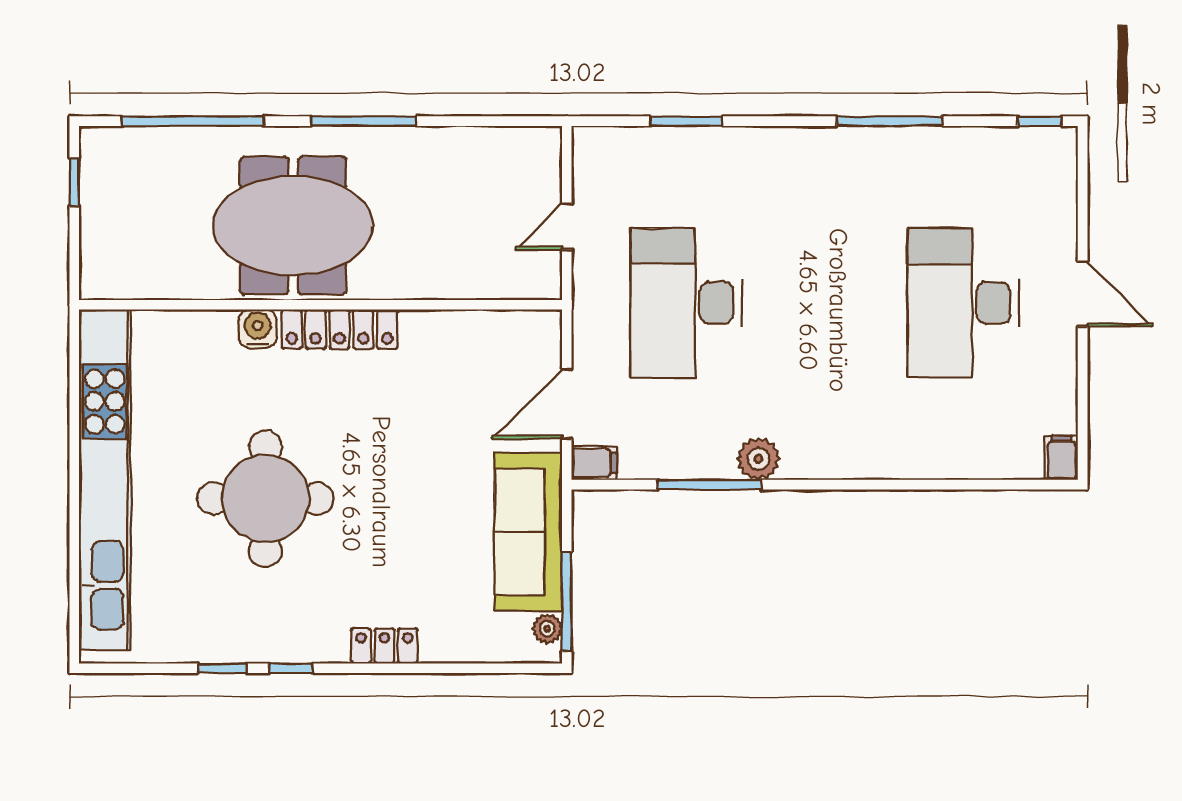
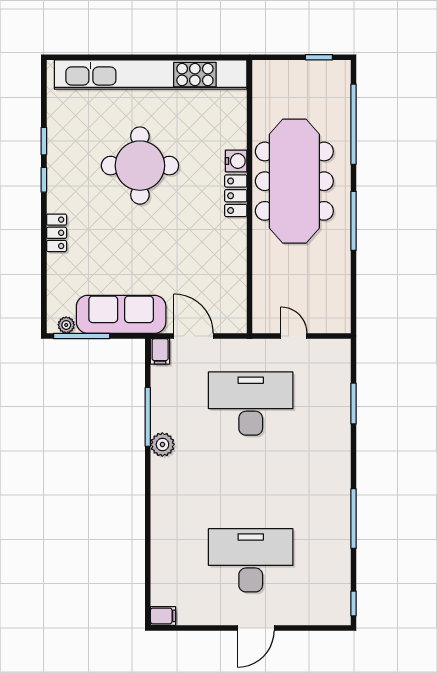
meeting table: (293, 226) -> (294, 181), width x1.36
locker: (339, 329) -> (236, 196), width x0.66

